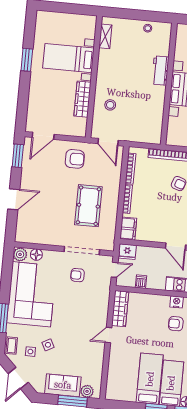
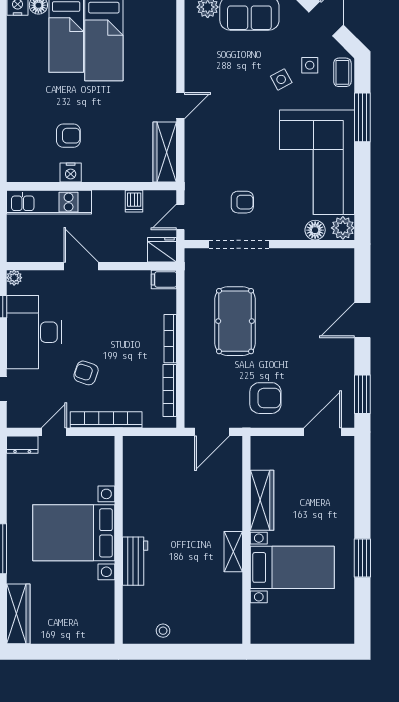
shelving: (105, 36) -> (233, 552), moved
stool: (110, 105) -> (214, 495), removed
door: (108, 142) -> (212, 432), swing flipped
armchair: (75, 159) -> (265, 398), turned 180
filing cabinet: (128, 229) -> (164, 279), width x0.50

